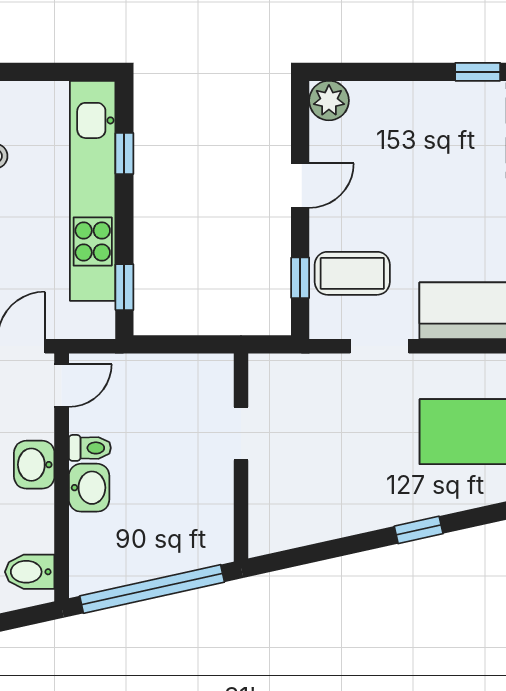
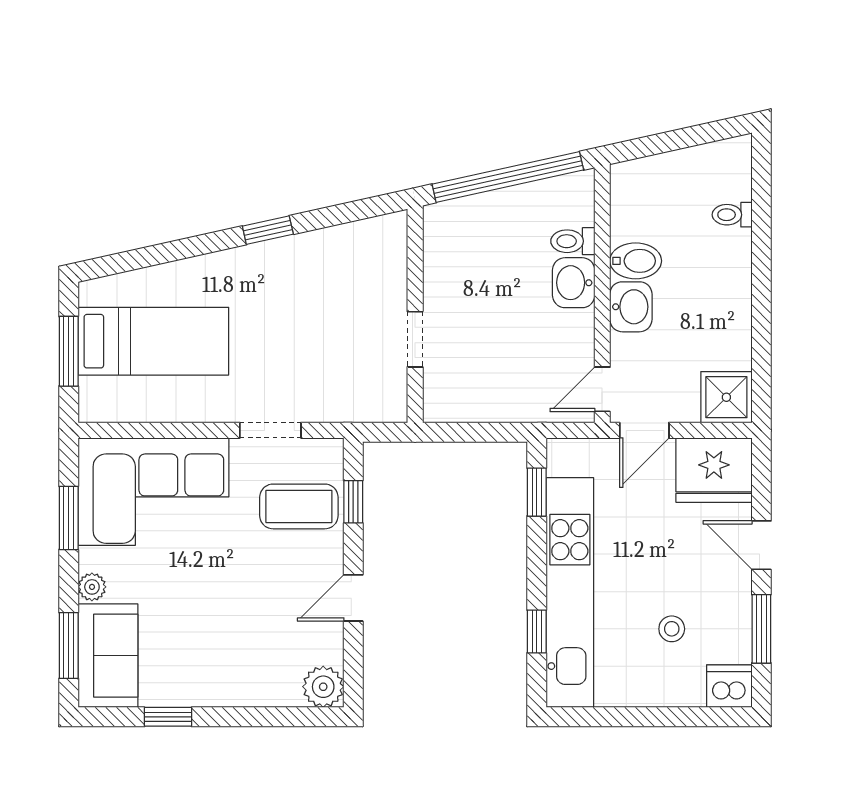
toilet: (90, 448) -> (573, 241), moved
window: (419, 530) -> (268, 230), moved
bidet: (30, 572) -> (636, 261), moved

